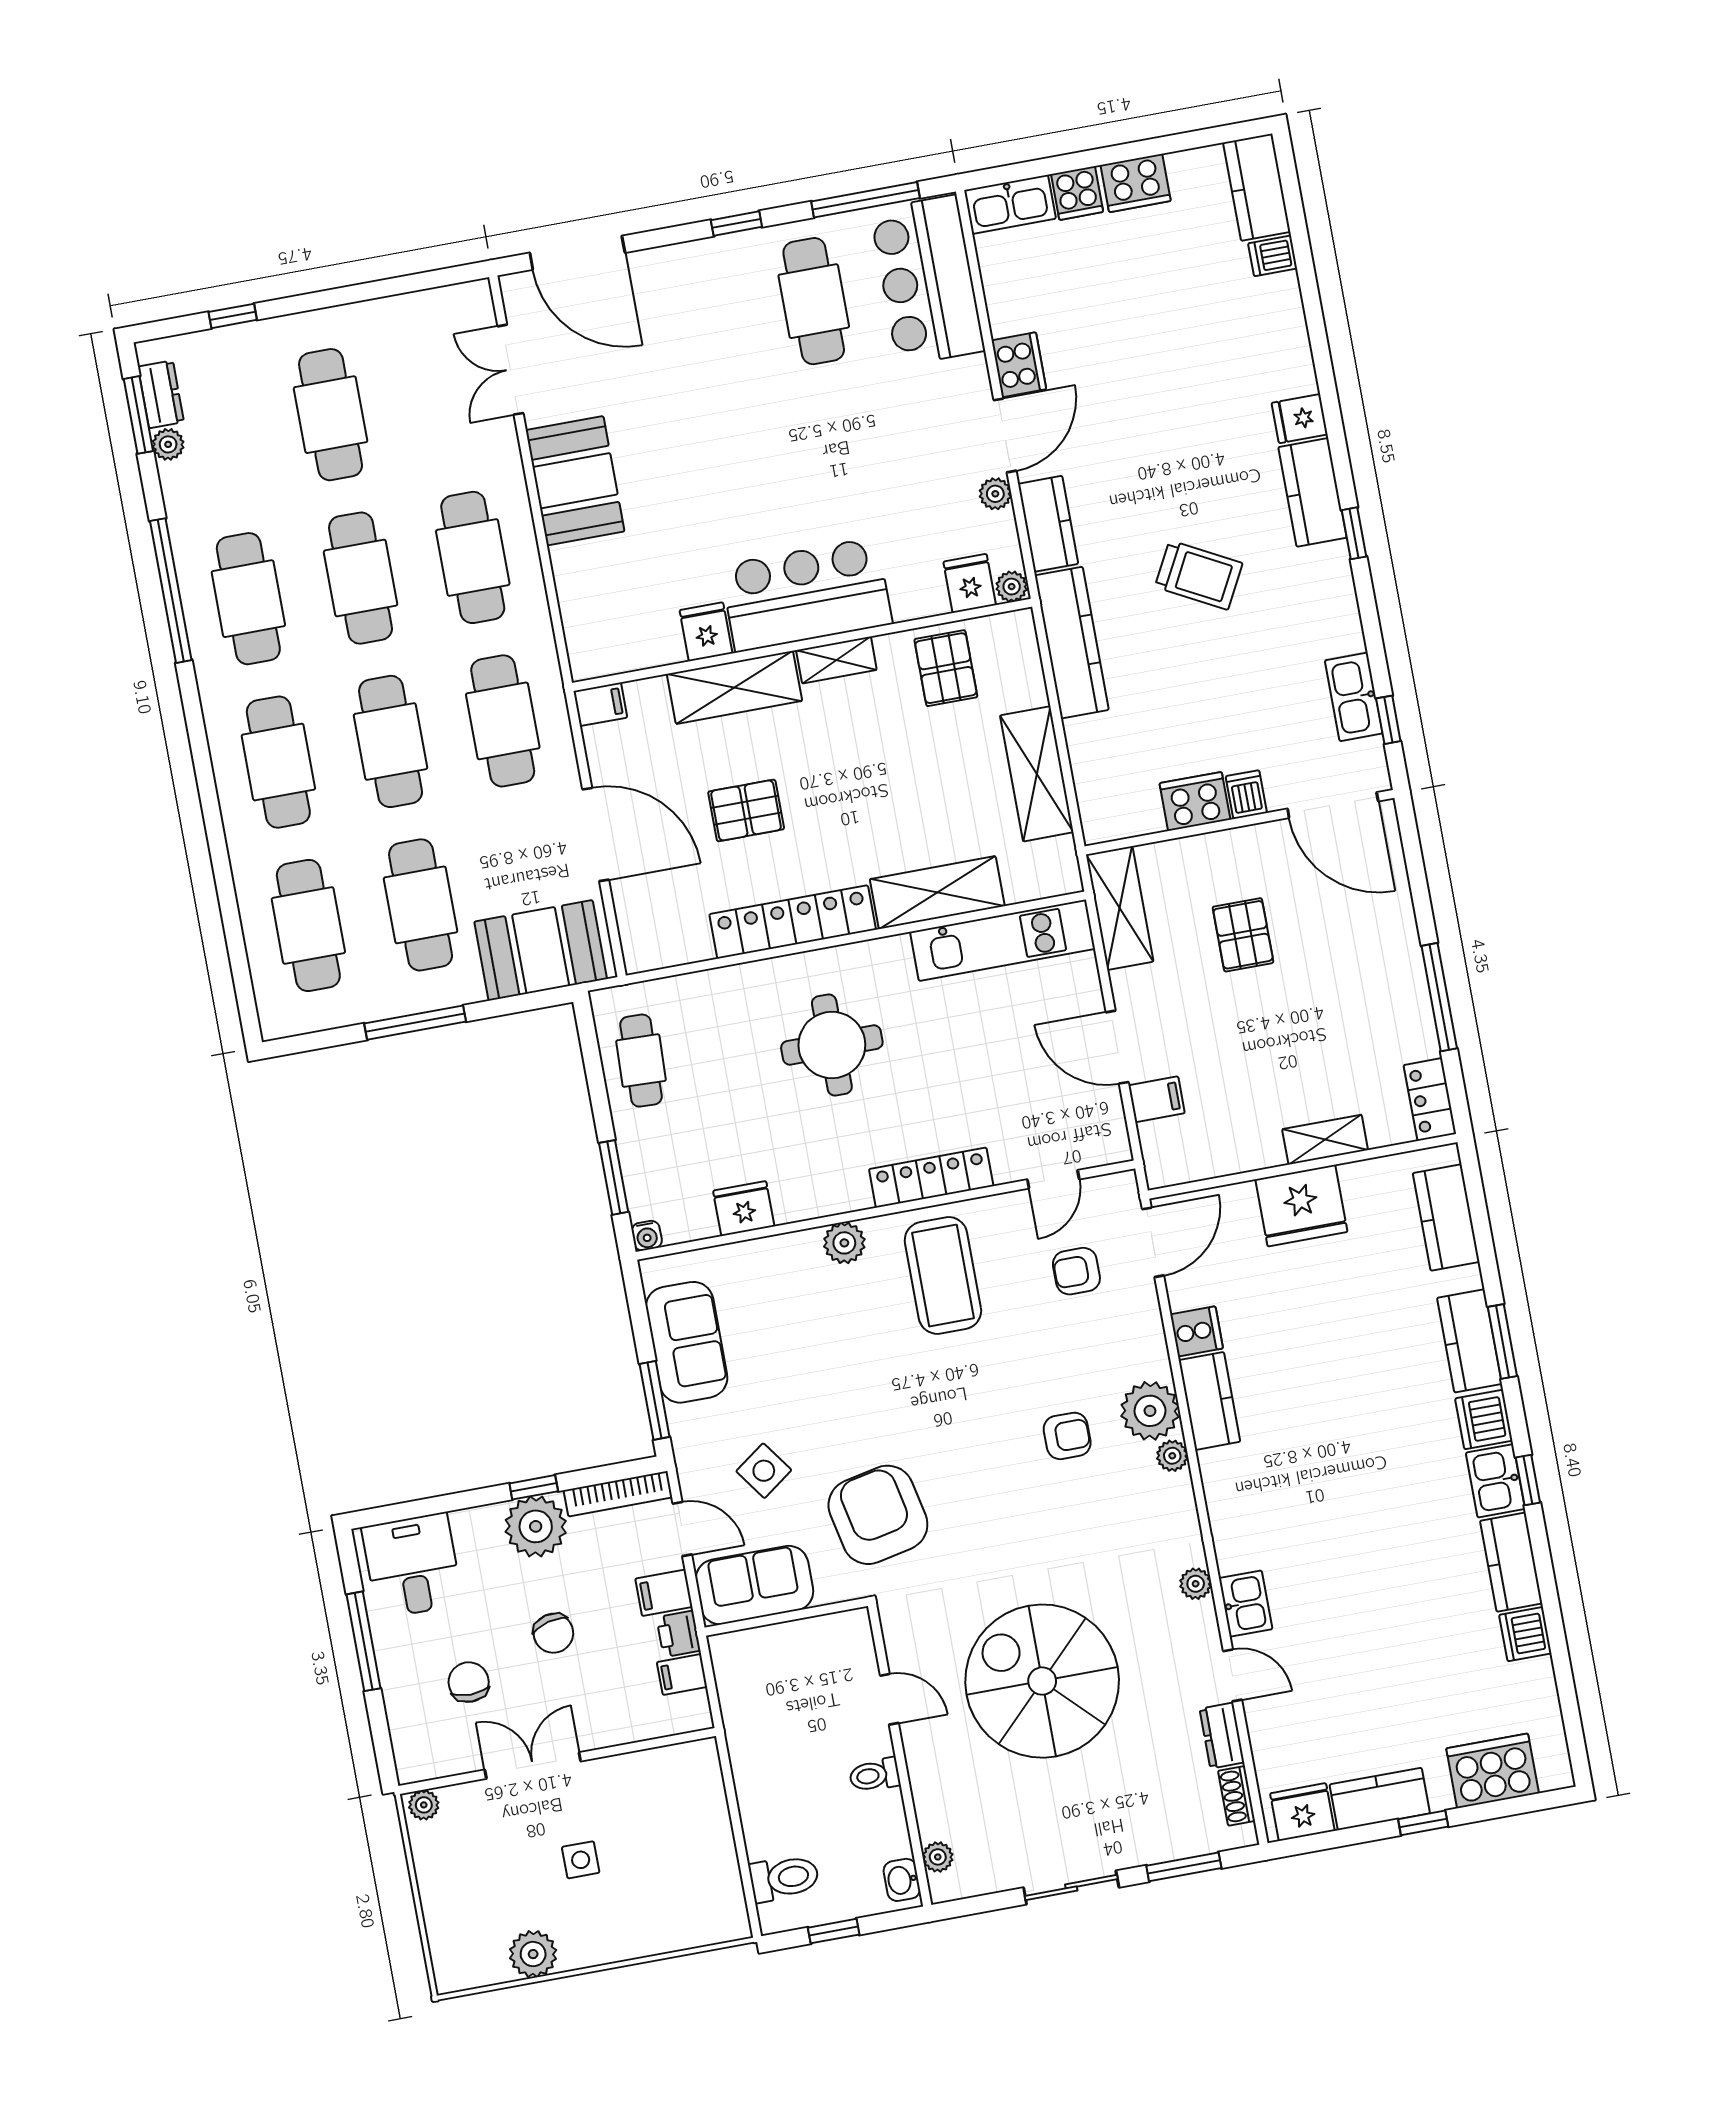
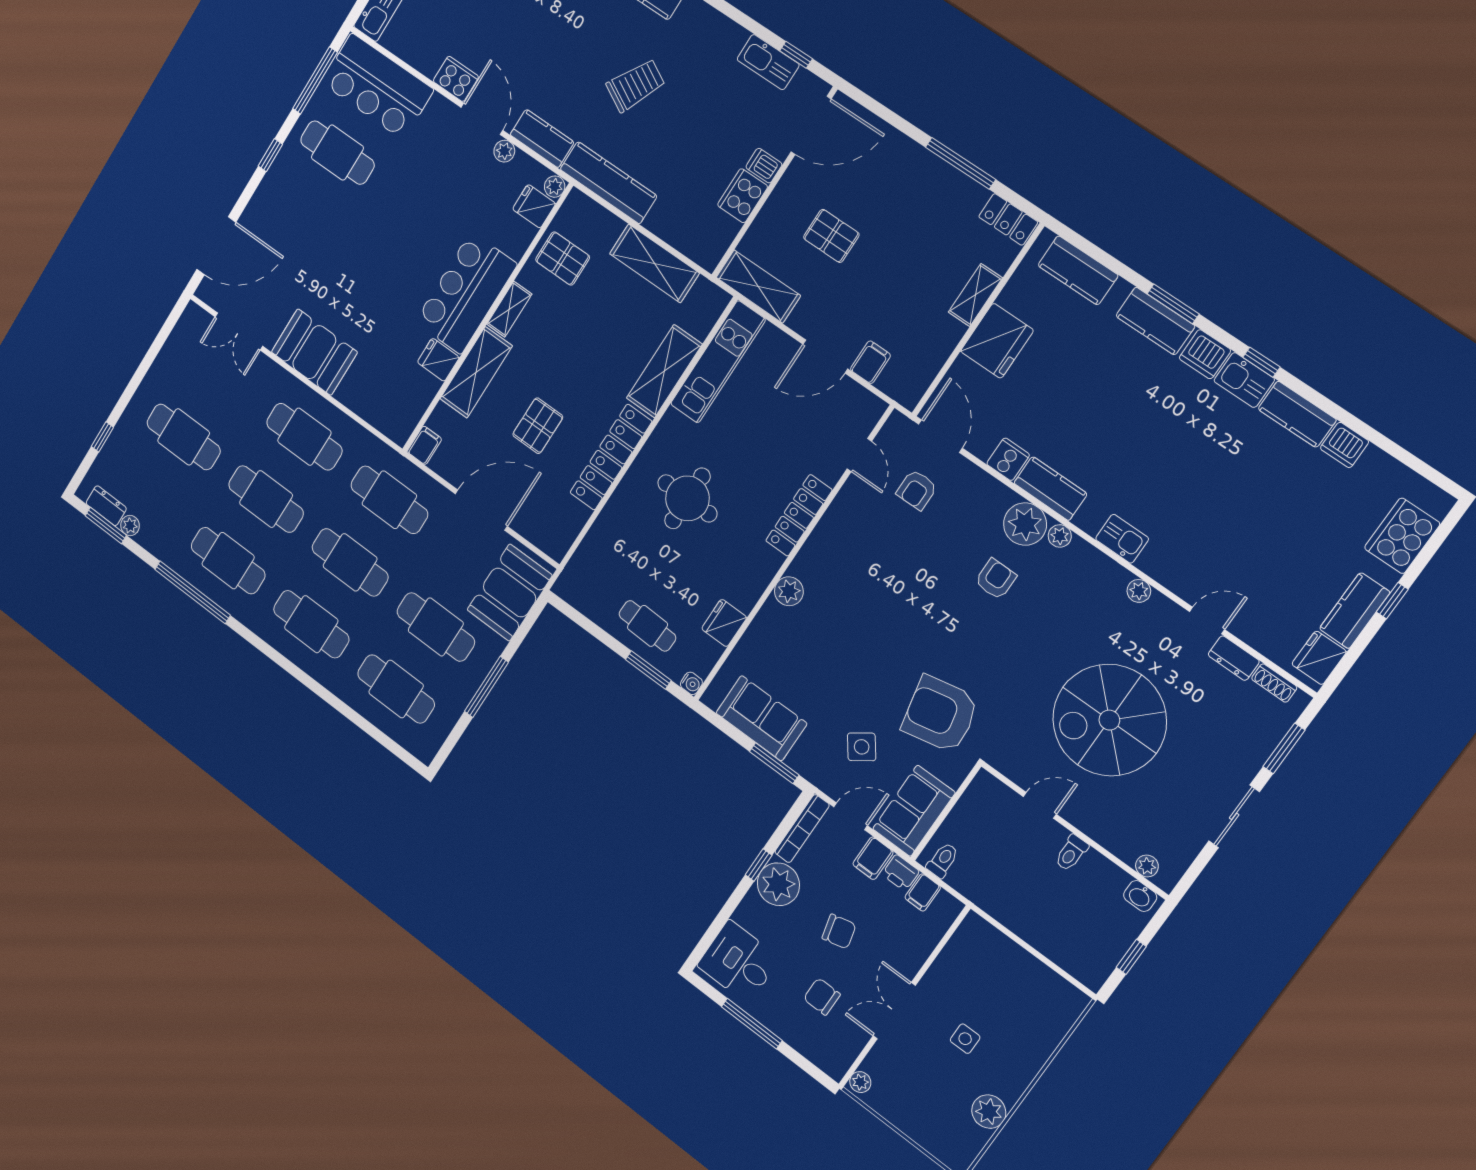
cafe table: (641, 1061) -> (647, 626), moved
coffee table: (943, 1275) -> (853, 559), removed
kitchen sink: (1246, 1604) -> (1122, 539), moved
toilet: (784, 1878) -> (943, 860), moved, width x0.73, depth x0.72

